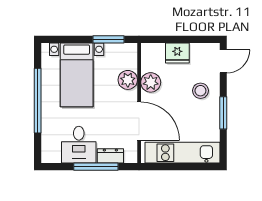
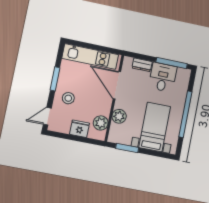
plant: (151, 82) -> (101, 123), moved
window: (96, 167) -> (172, 63), moved

